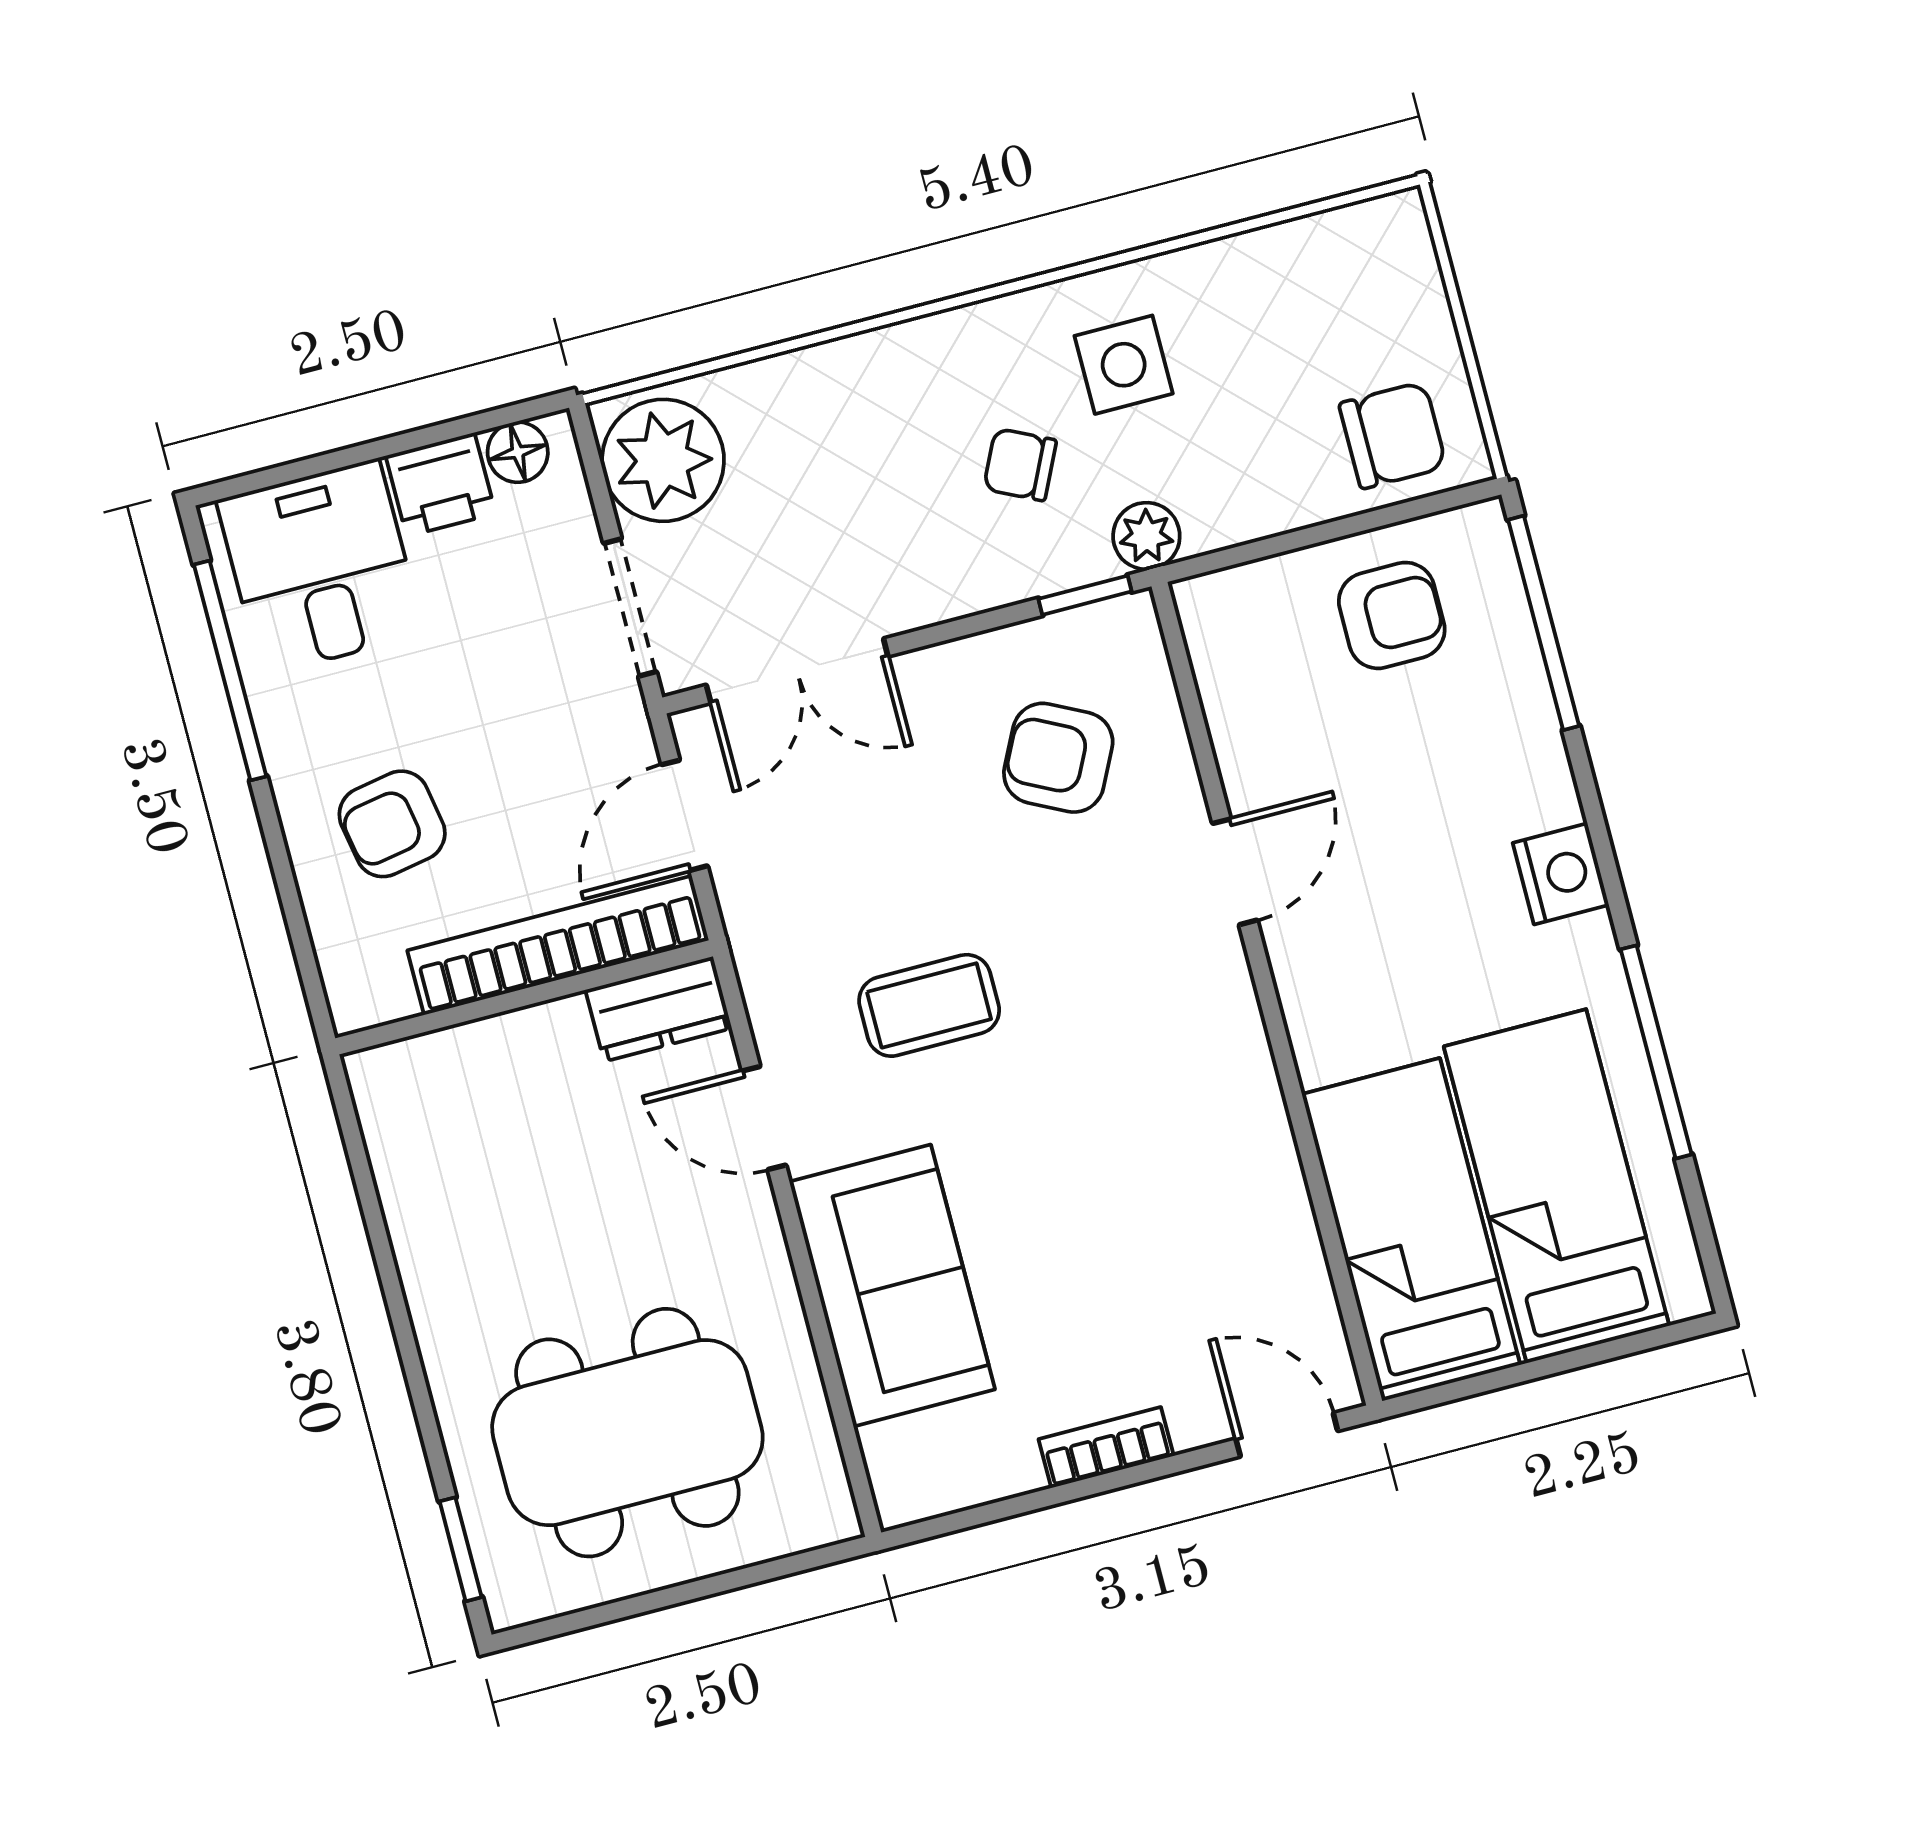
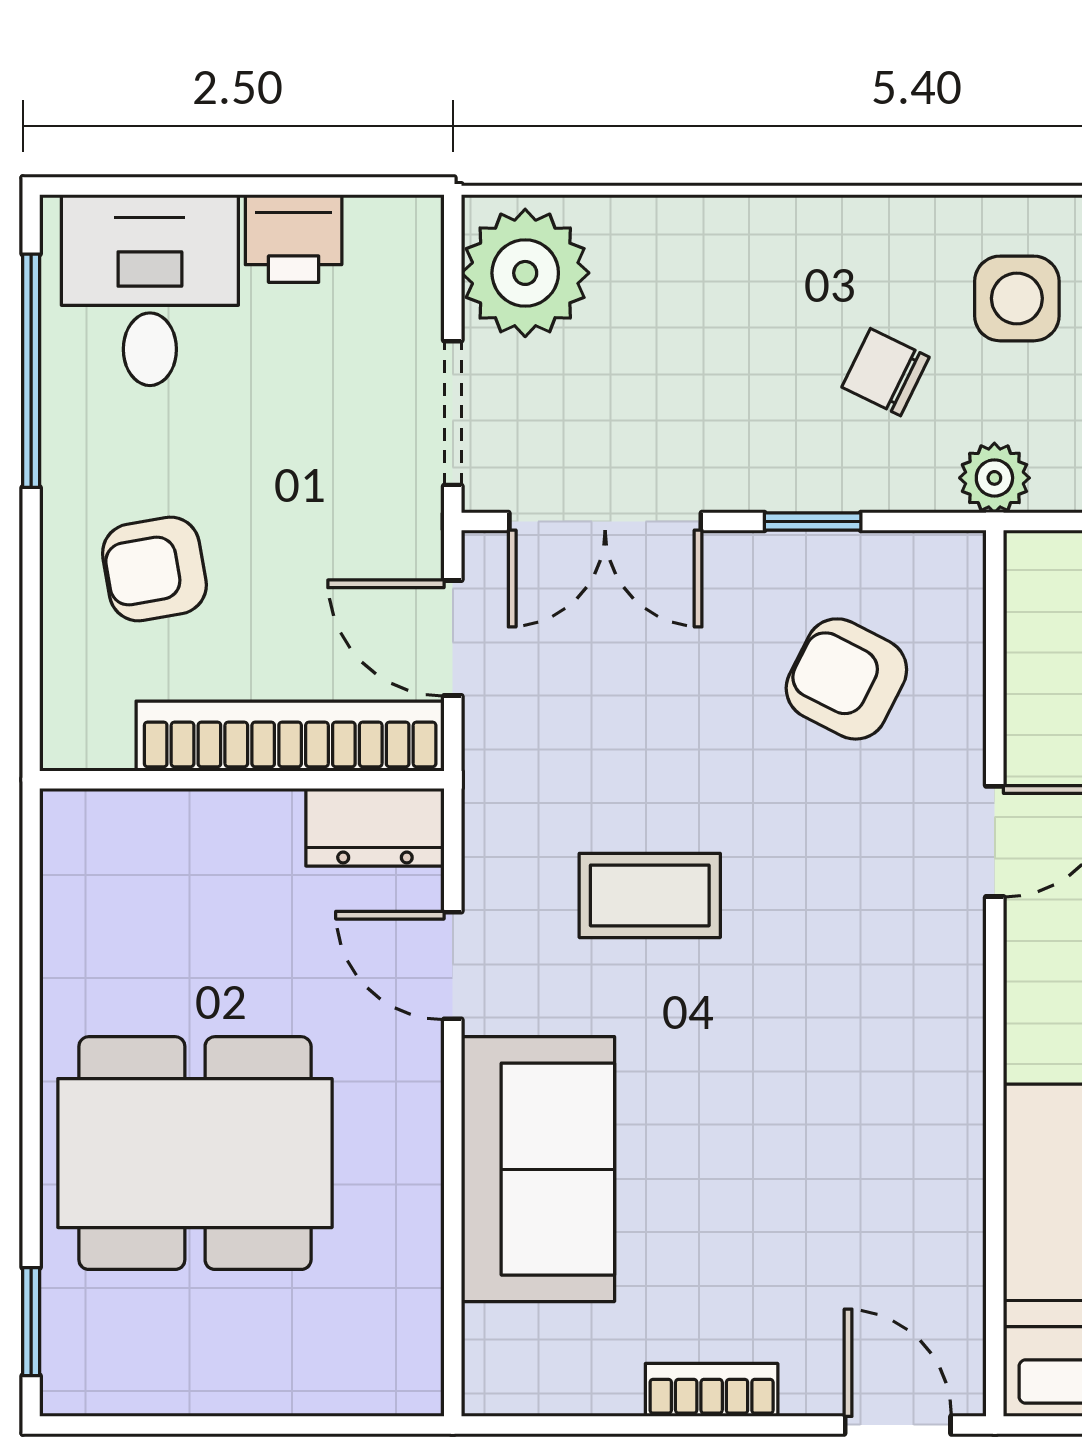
floor lamp: (518, 452) -> (380, 226), removed
window: (1085, 595) -> (813, 522), moved
door: (685, 815) -> (453, 638), hinge flipped
dining table: (627, 1433) -> (195, 1153), moved

